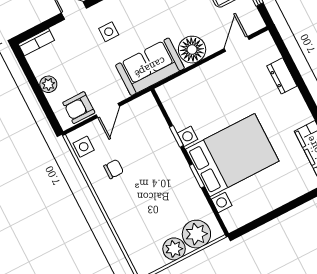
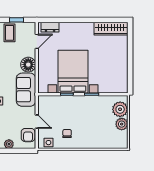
door: (237, 44) -> (37, 41), swing flipped
dresser: (282, 76) -> (50, 27), moved
bed with nightstands: (232, 155) -> (73, 72), moved

